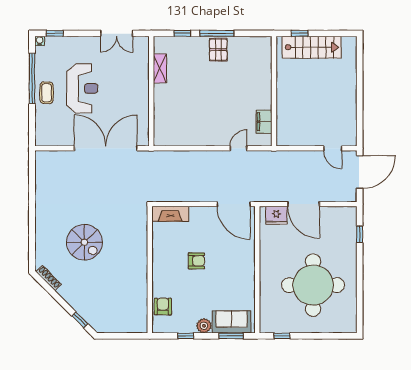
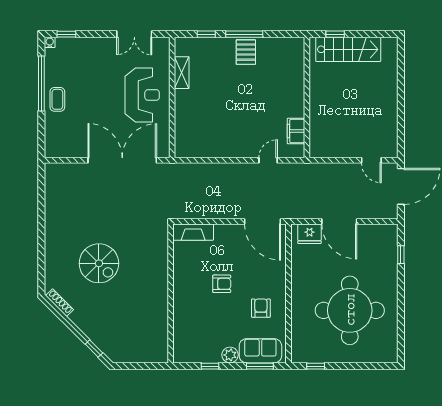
reception desk: (82, 88) -> (142, 95), moved
armchair: (163, 306) -> (261, 308), moved

